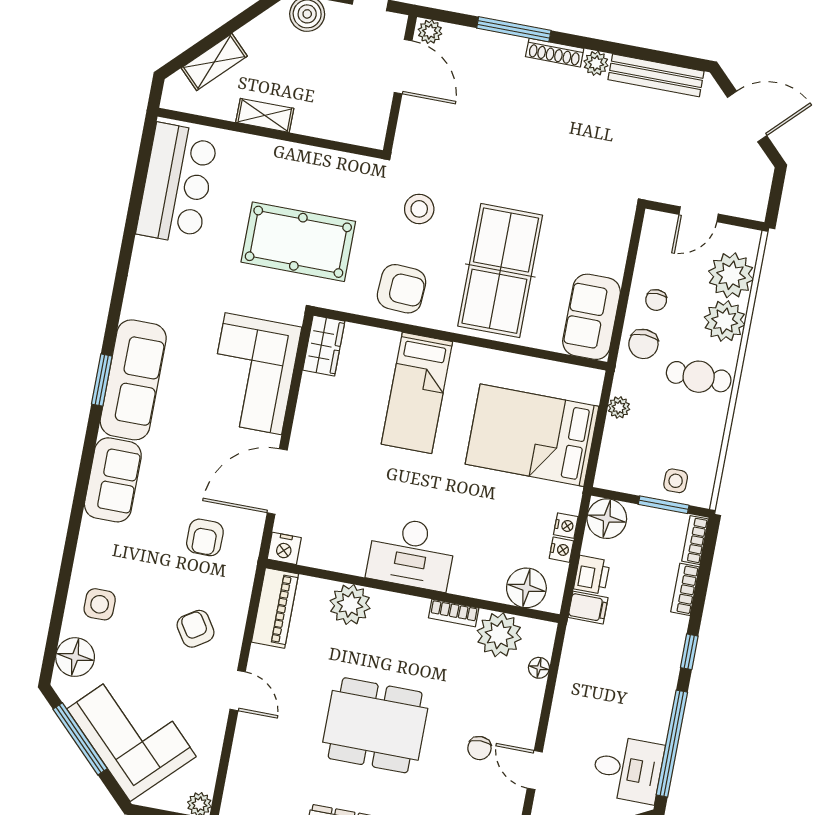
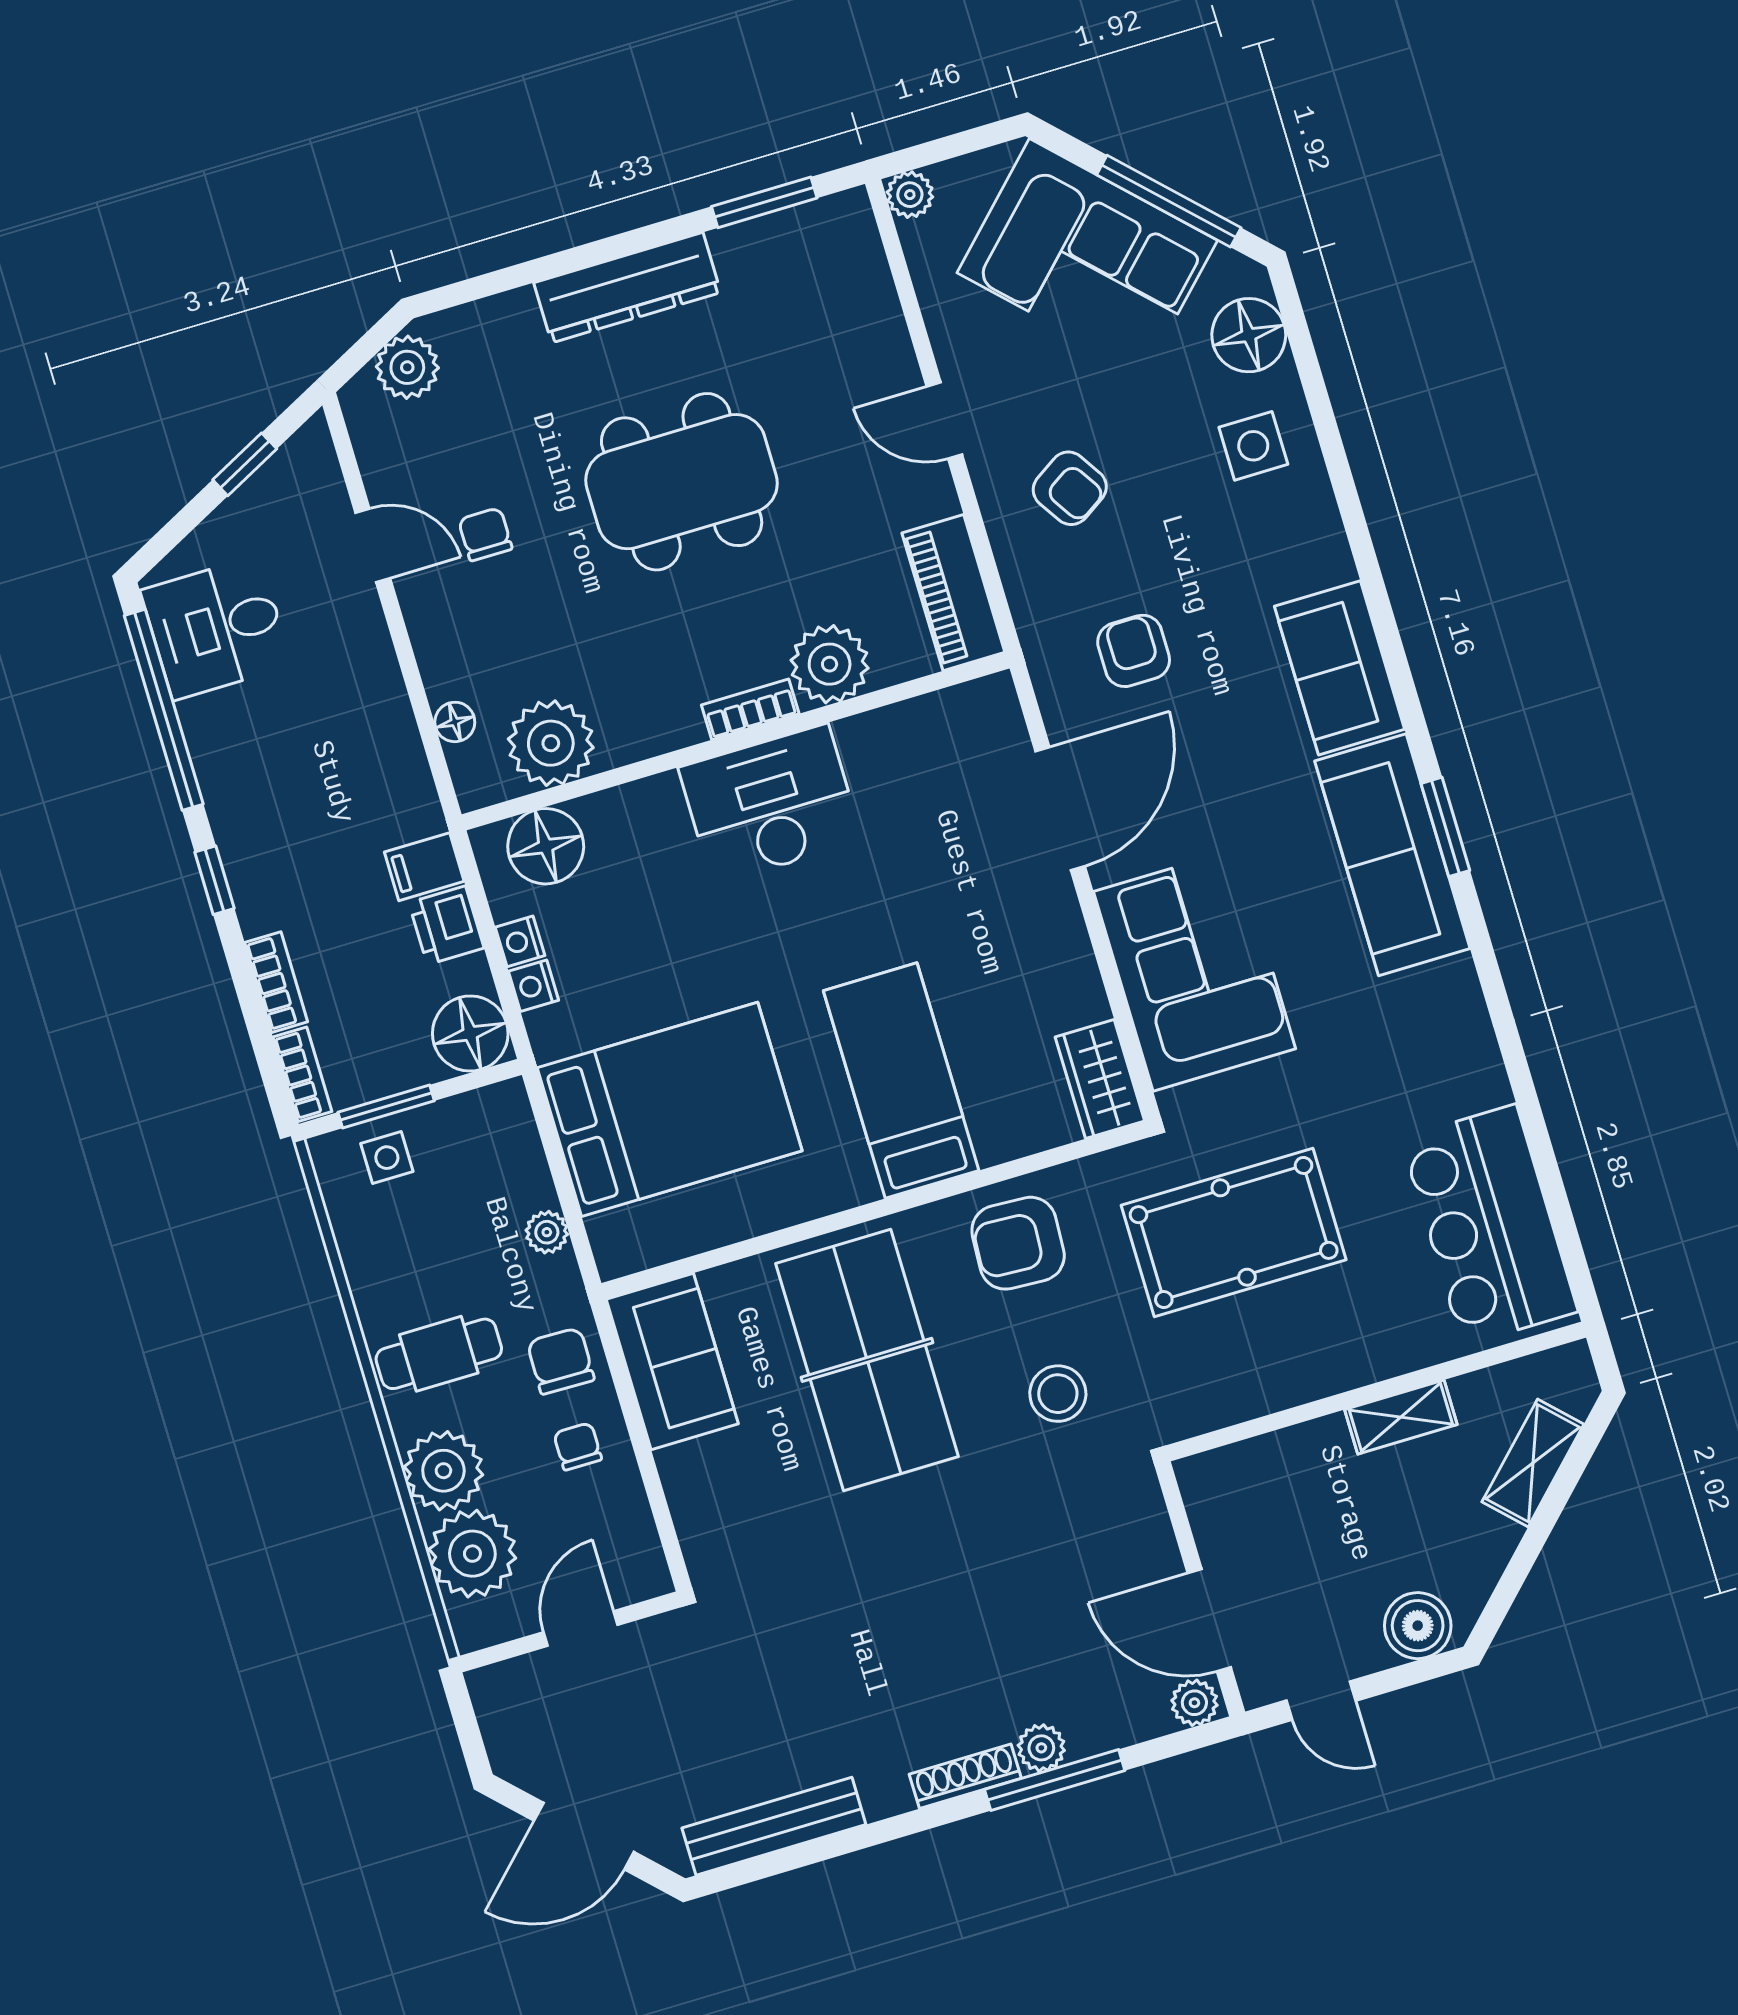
plant: (596, 63) -> (1041, 1748), moved
nightstand: (284, 548) -> (990, 702), removed
bookcase: (454, 613) -> (750, 709), moved

